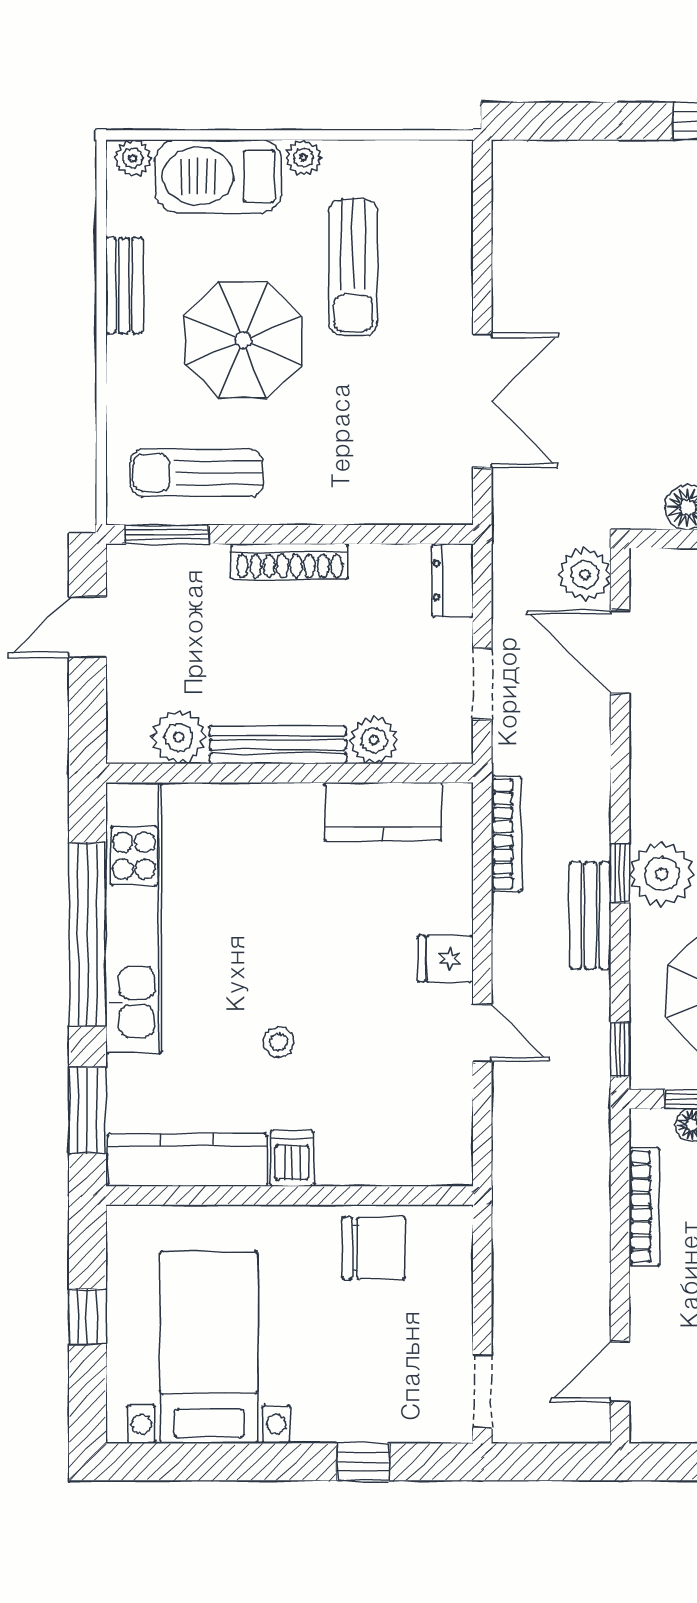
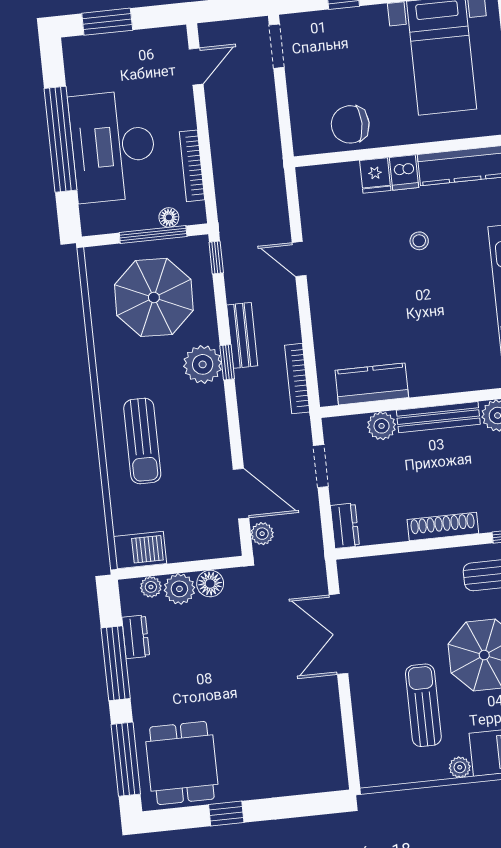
plant: (585, 574) -> (262, 534), width x0.73, depth x0.73
fridge: (445, 959) -> (375, 176), moved, turned 90

